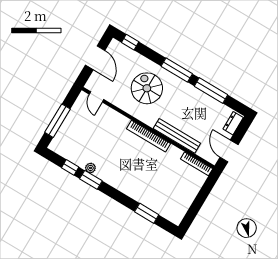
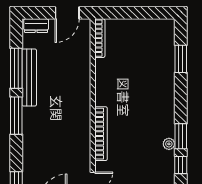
spiral stairs: (147, 88) -> (53, 135), removed
bookcase: (148, 136) -> (101, 134), moved
bench: (177, 136) -> (29, 78), moved

